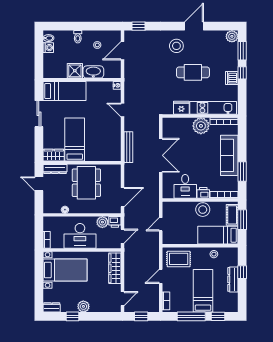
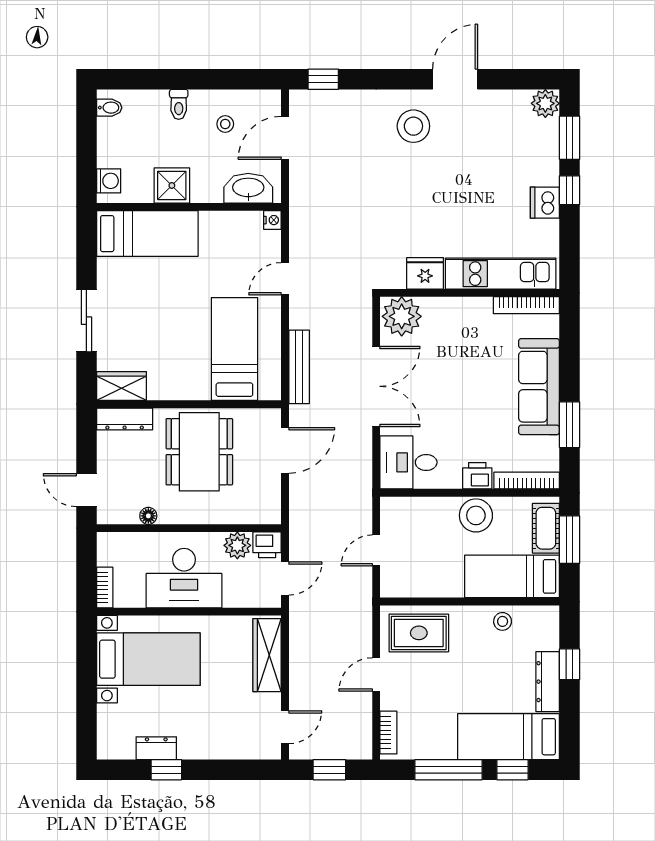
washing machine: (48, 48) -> (109, 181), moved
washbasin: (93, 72) -> (248, 188), moved
cafe table: (193, 72) -> (453, 189), removed
door: (122, 110) -> (285, 279), hinge flipped
sliding door: (39, 114) -> (86, 321), moved
plant: (201, 126) -> (402, 316), moved
bed: (75, 140) -> (234, 349), moved
door: (39, 184) -> (86, 490), moved
desk: (185, 186) -> (408, 462), moved, turned 90
door: (122, 197) -> (285, 450), moved
bed: (203, 291) -> (508, 737), moved, turned -90
plant: (83, 306) -> (192, 746), removed
dresser: (52, 307) -> (156, 748), moved

